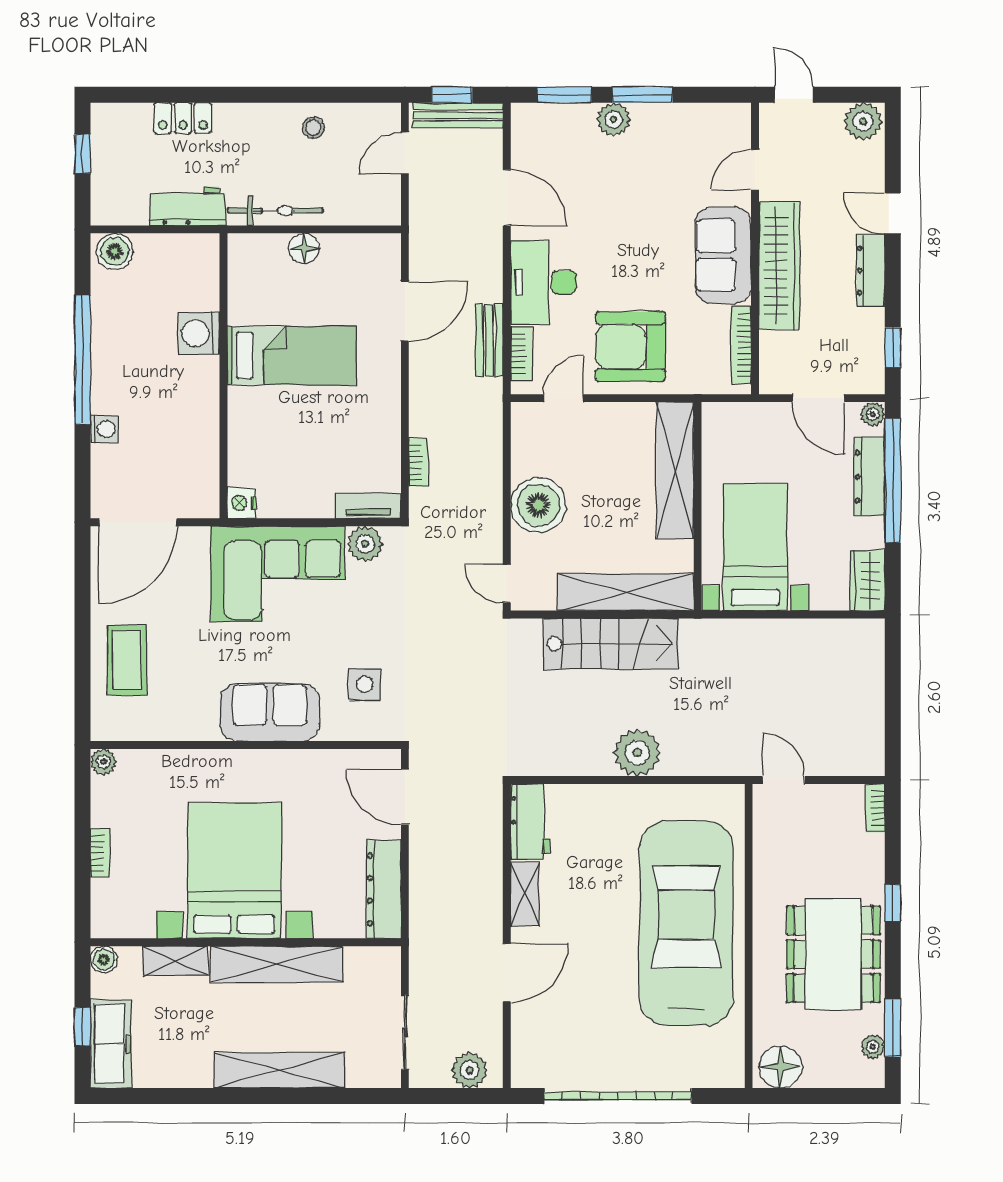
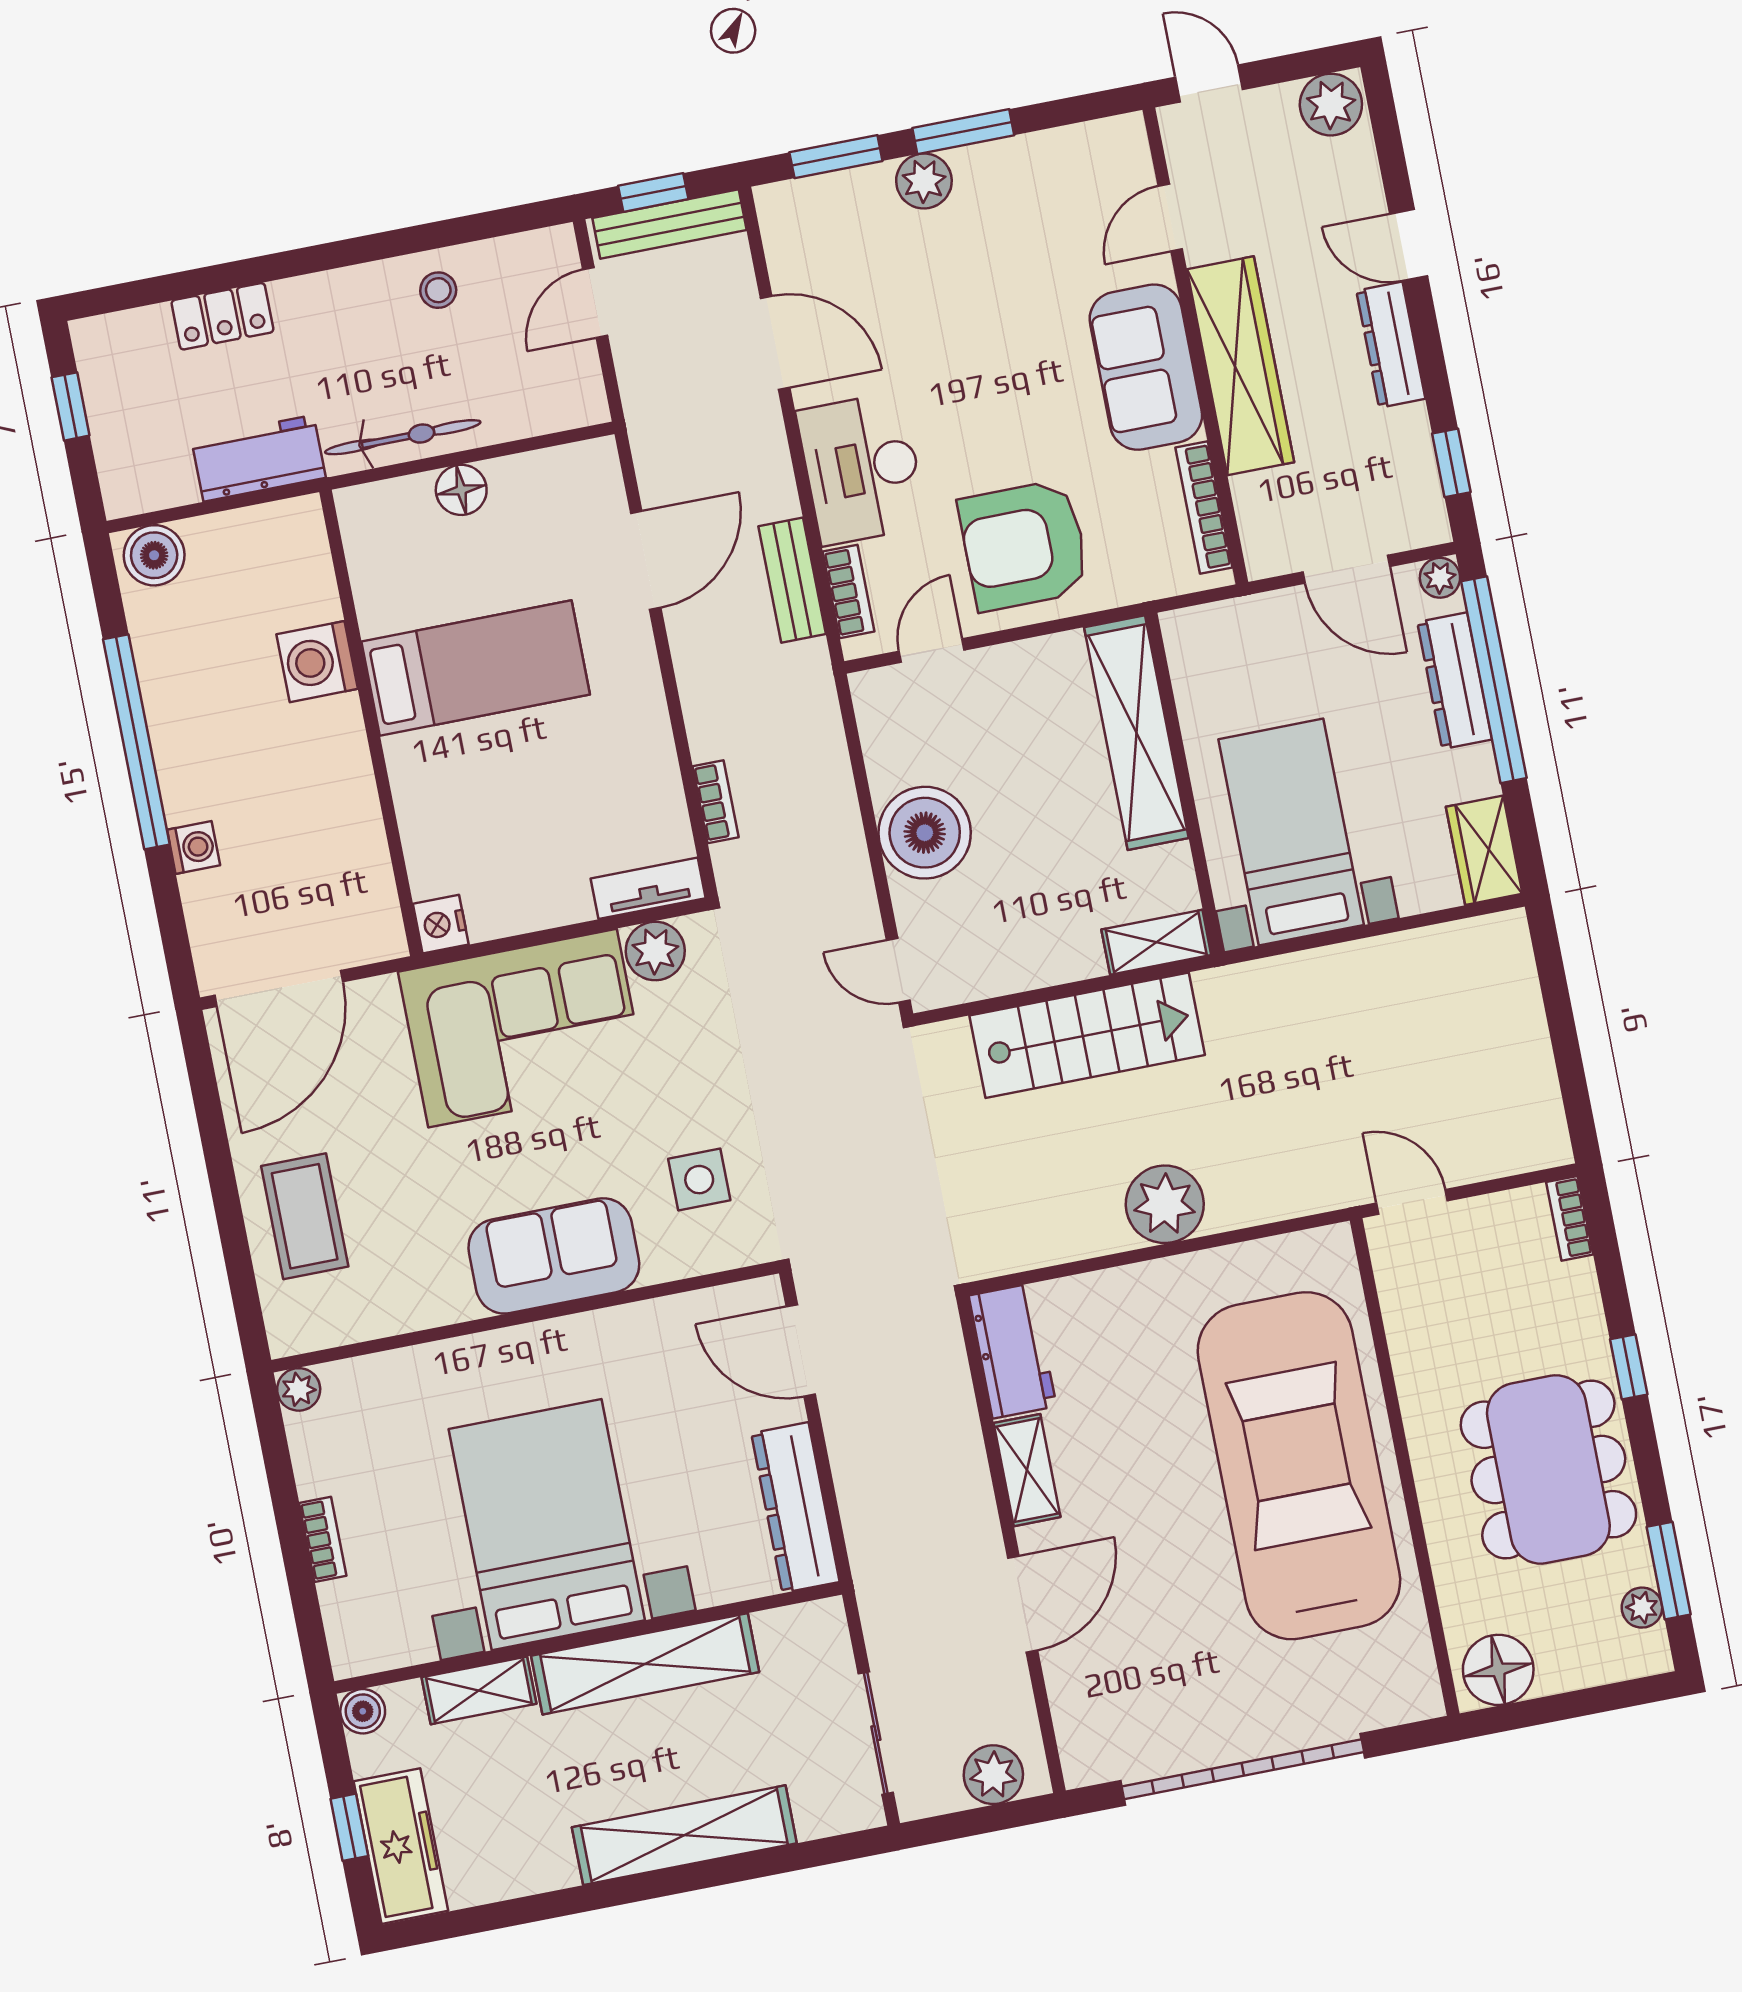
shelving: (625, 592) -> (1156, 942), width x0.45, depth x0.75

